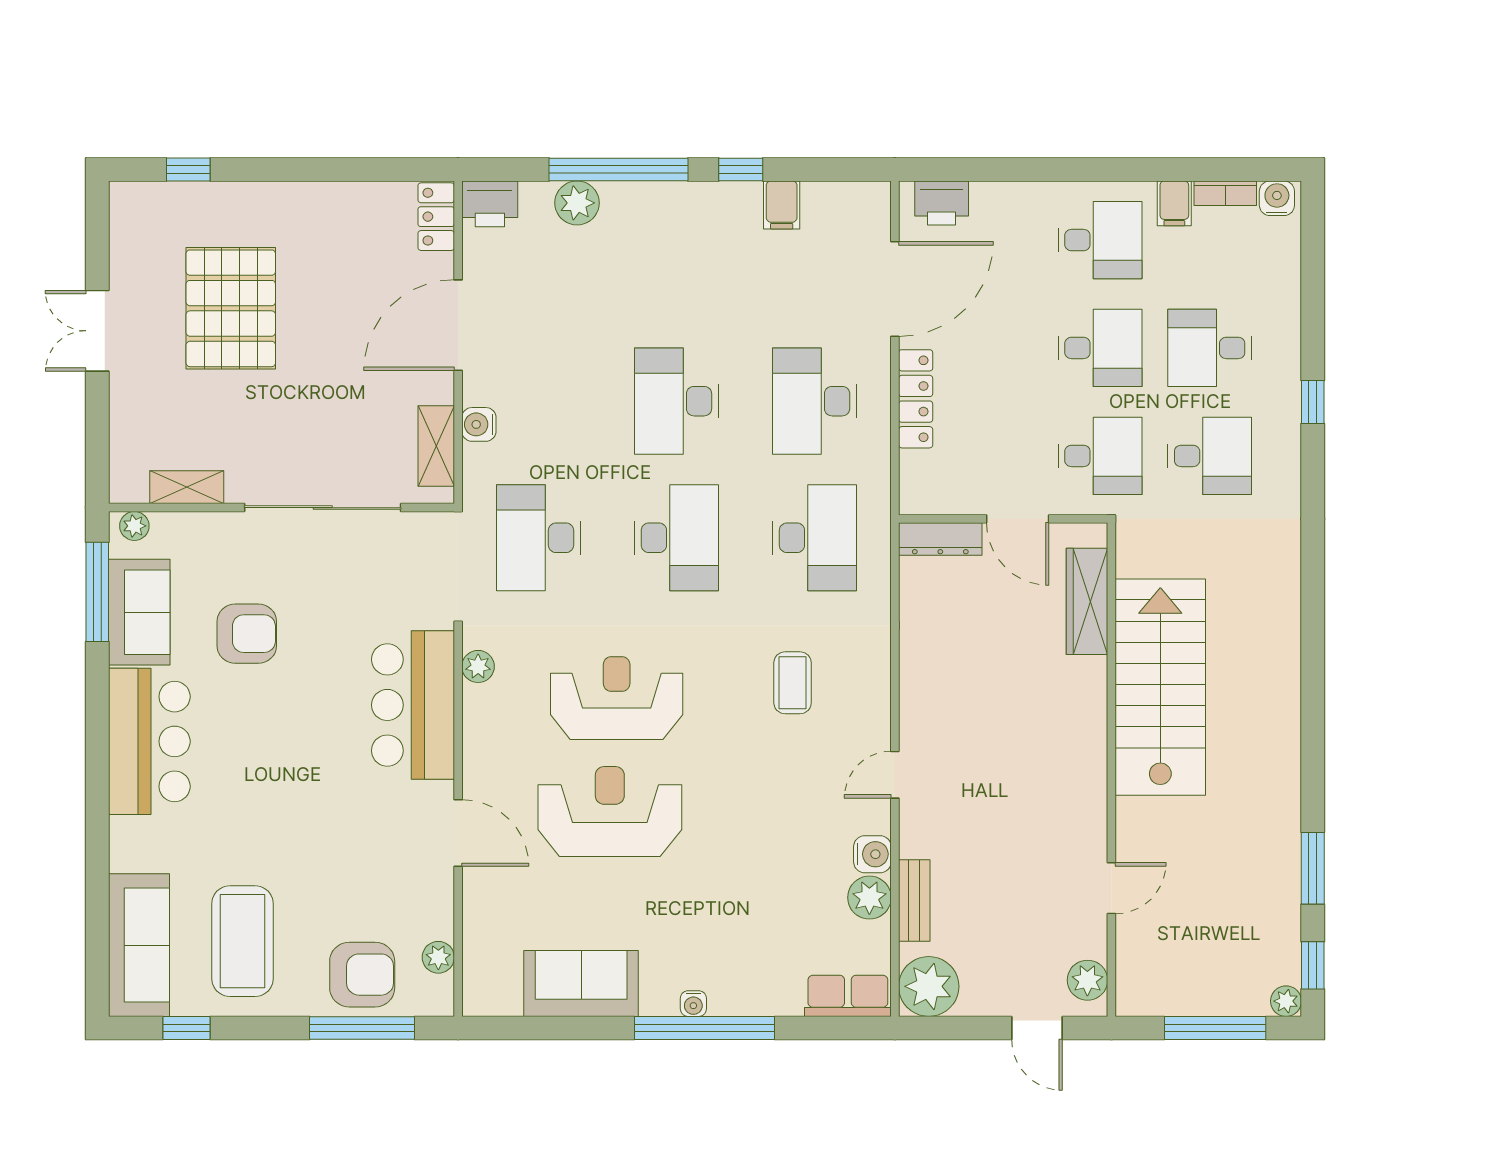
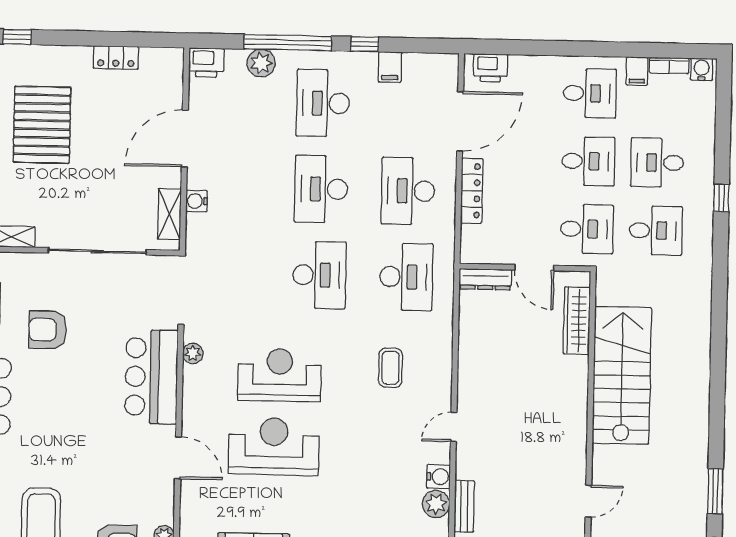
locker: (436, 217) -> (116, 57), moved, turned -90
desk: (538, 538) -> (323, 103), moved
armchair: (247, 634) -> (48, 330), turned 180

